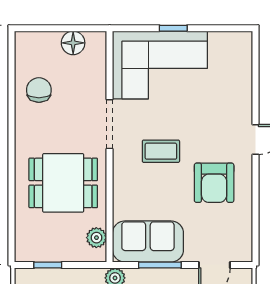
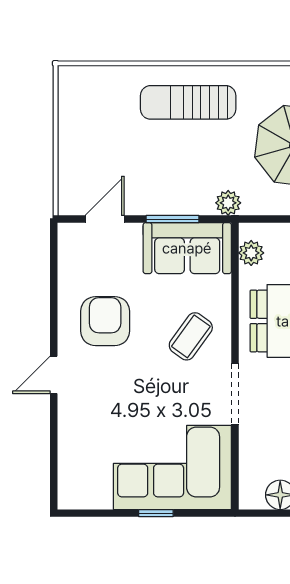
coffee table: (161, 151) -> (191, 336), moved, turned -54

